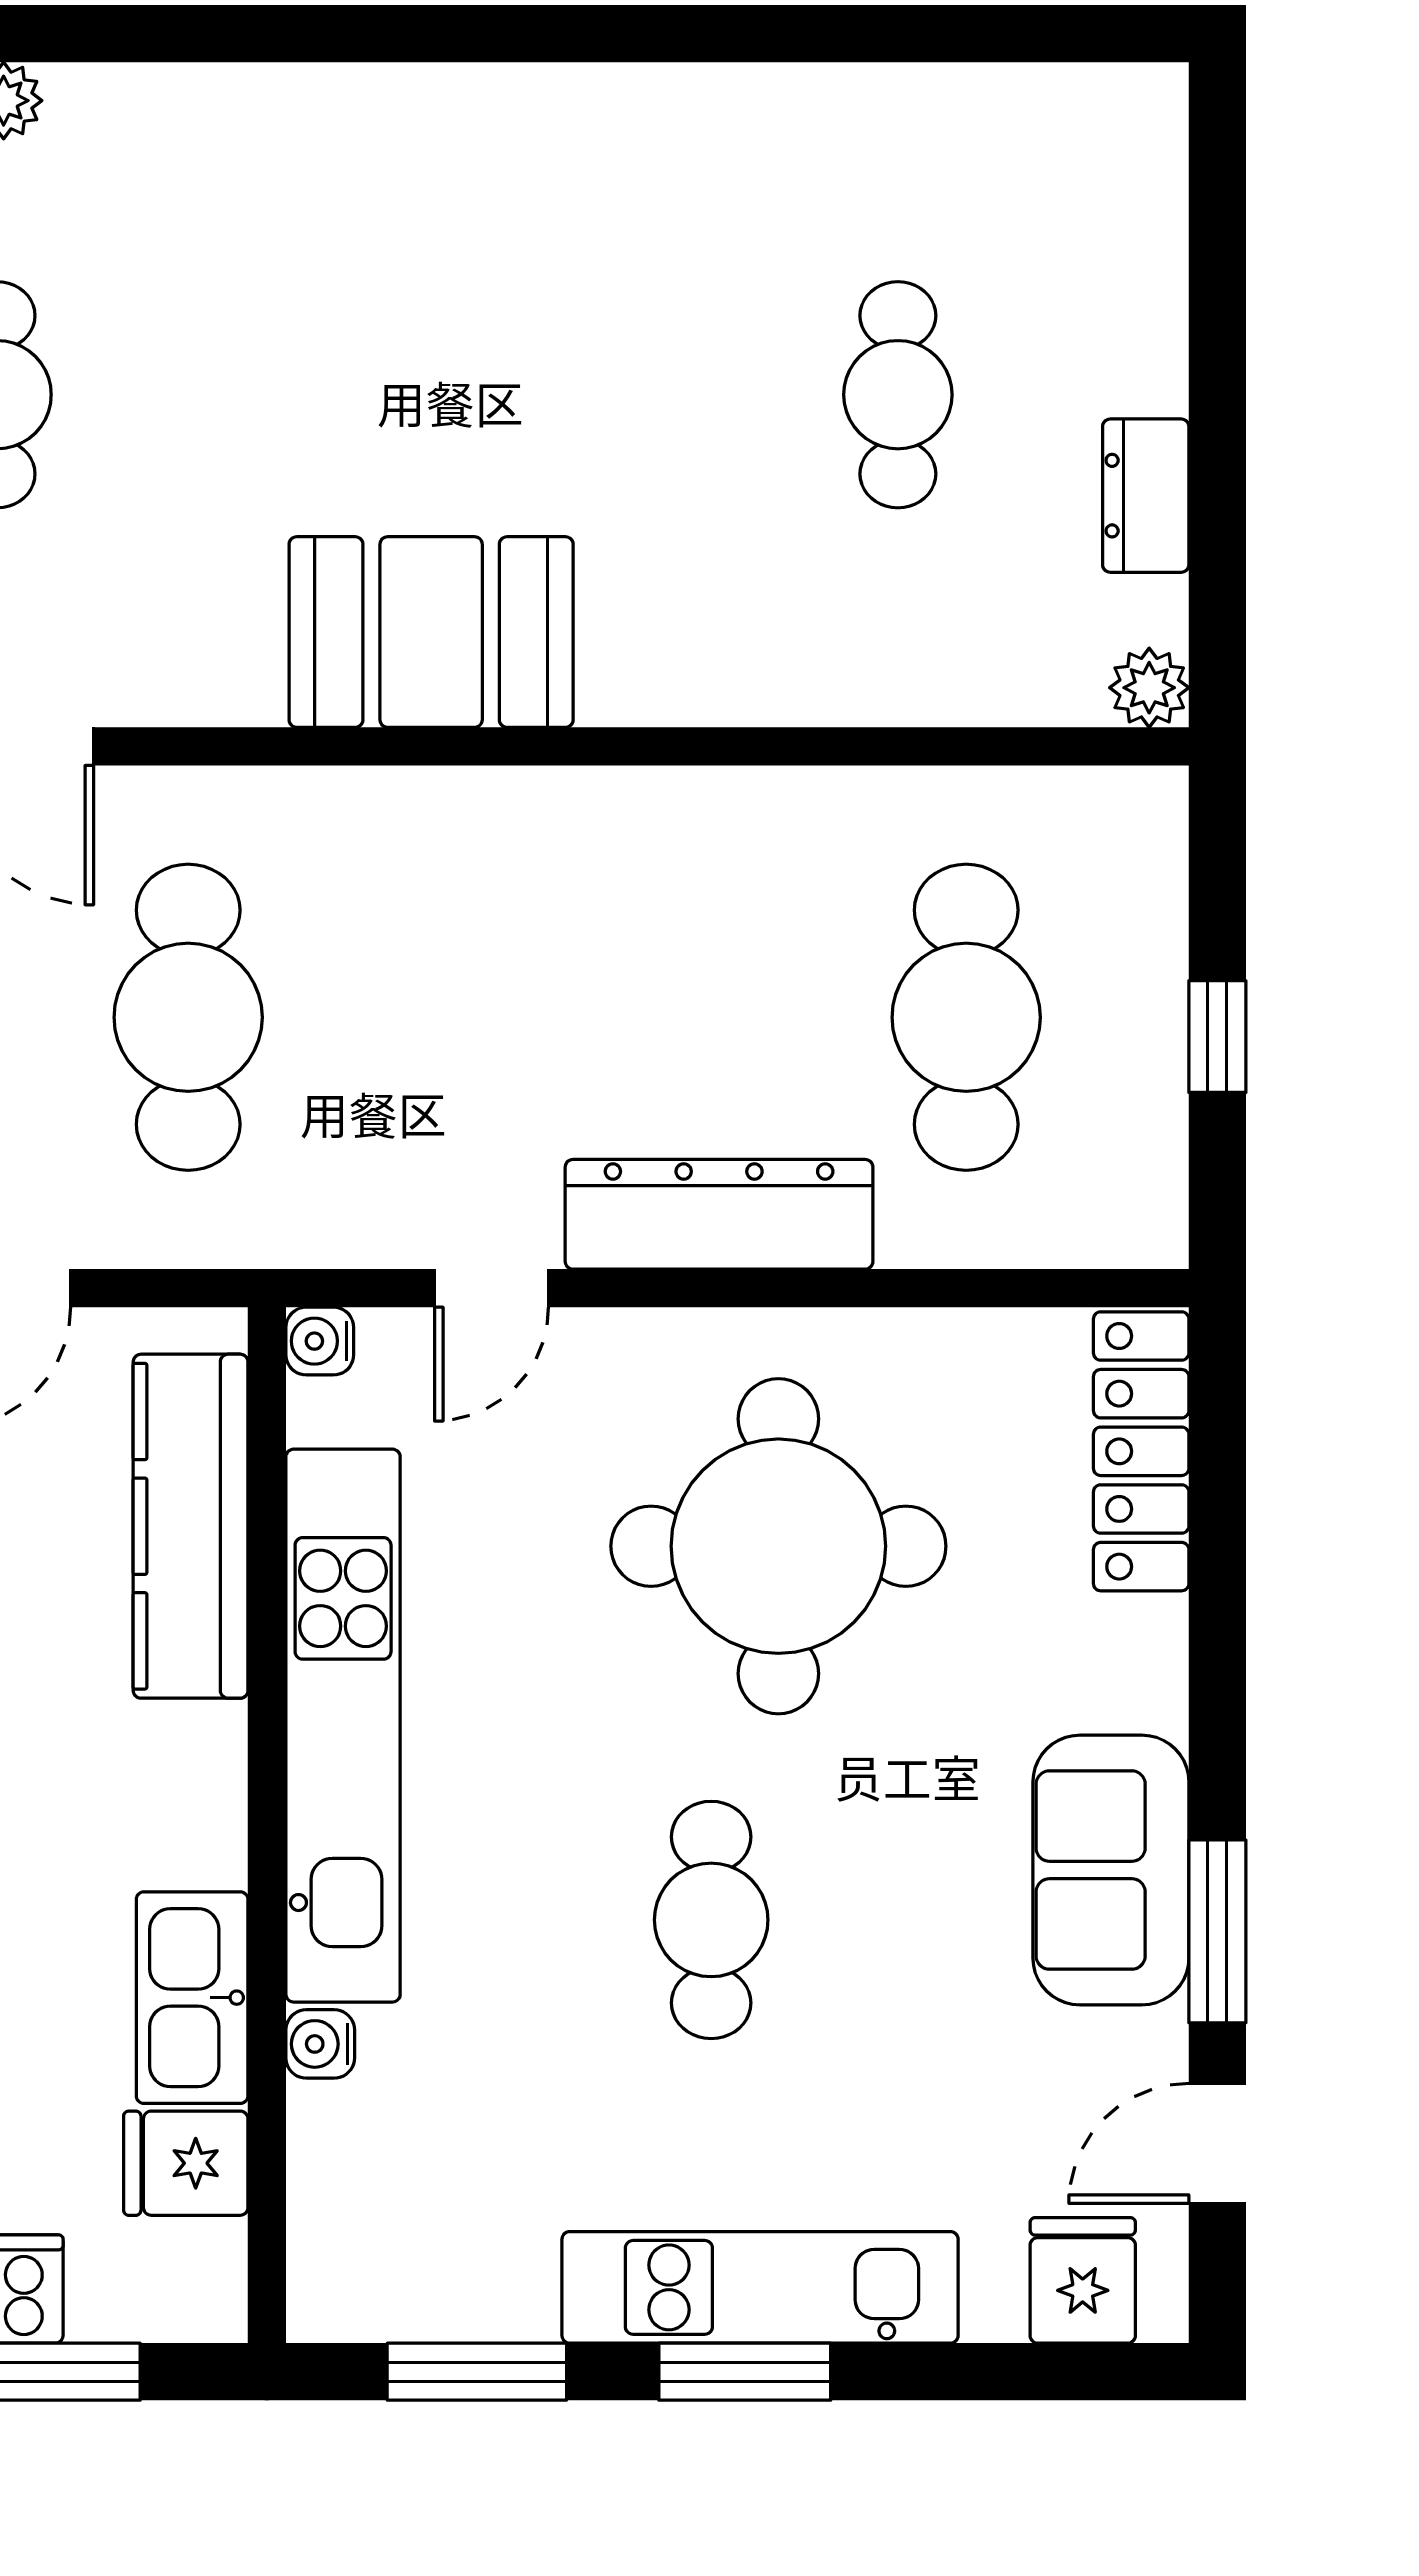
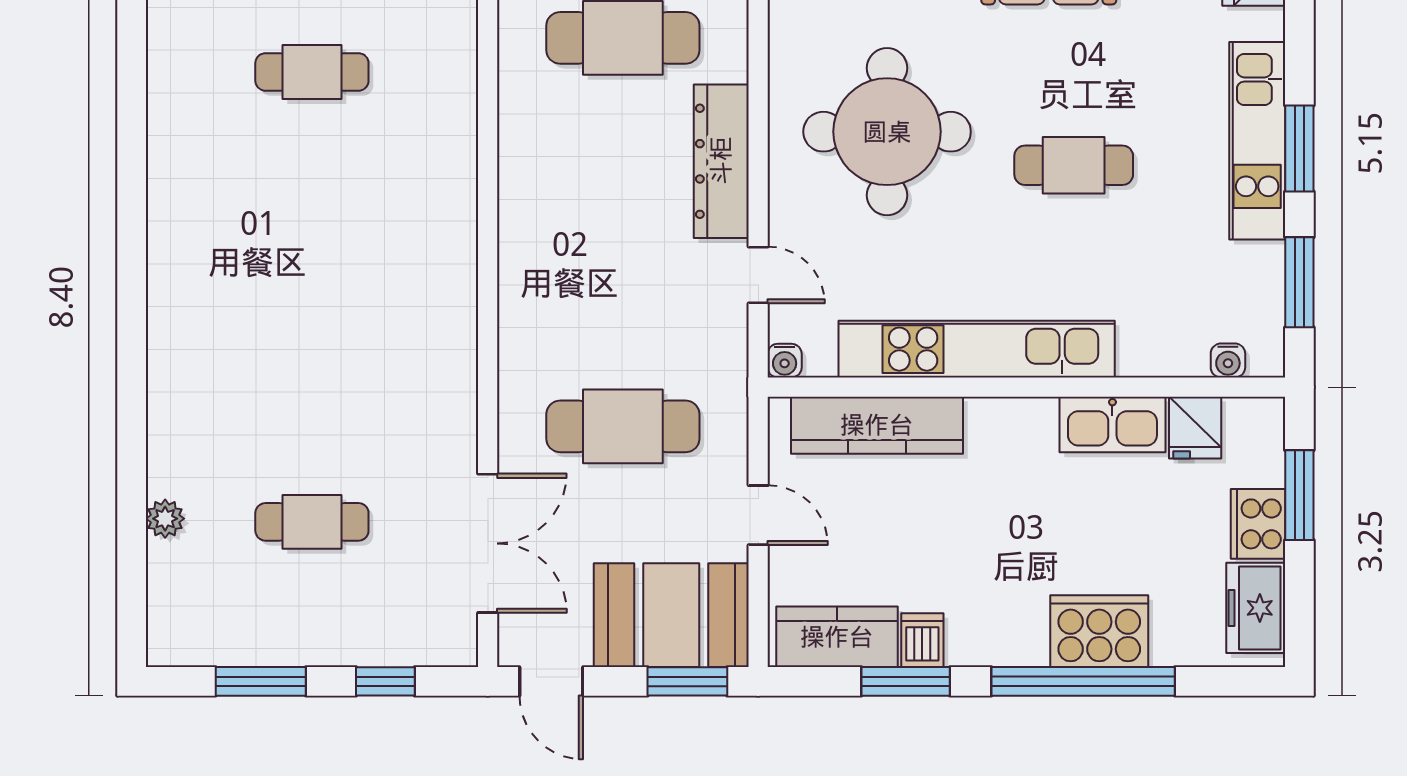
booth: (431, 632) -> (430, 305), removed
water cooler: (320, 2044) -> (1228, 360), moved

